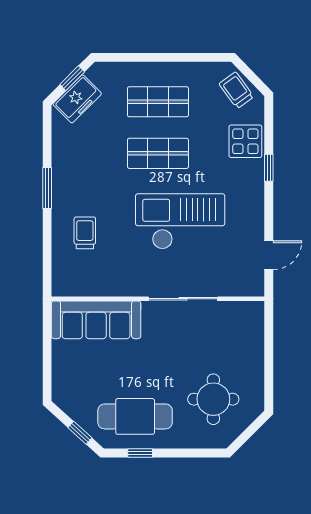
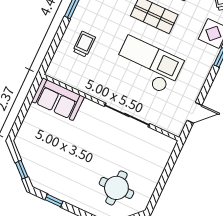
sofa: (96, 320) -> (58, 99), width x0.73
cafe table: (135, 416) -> (62, 176), removed

